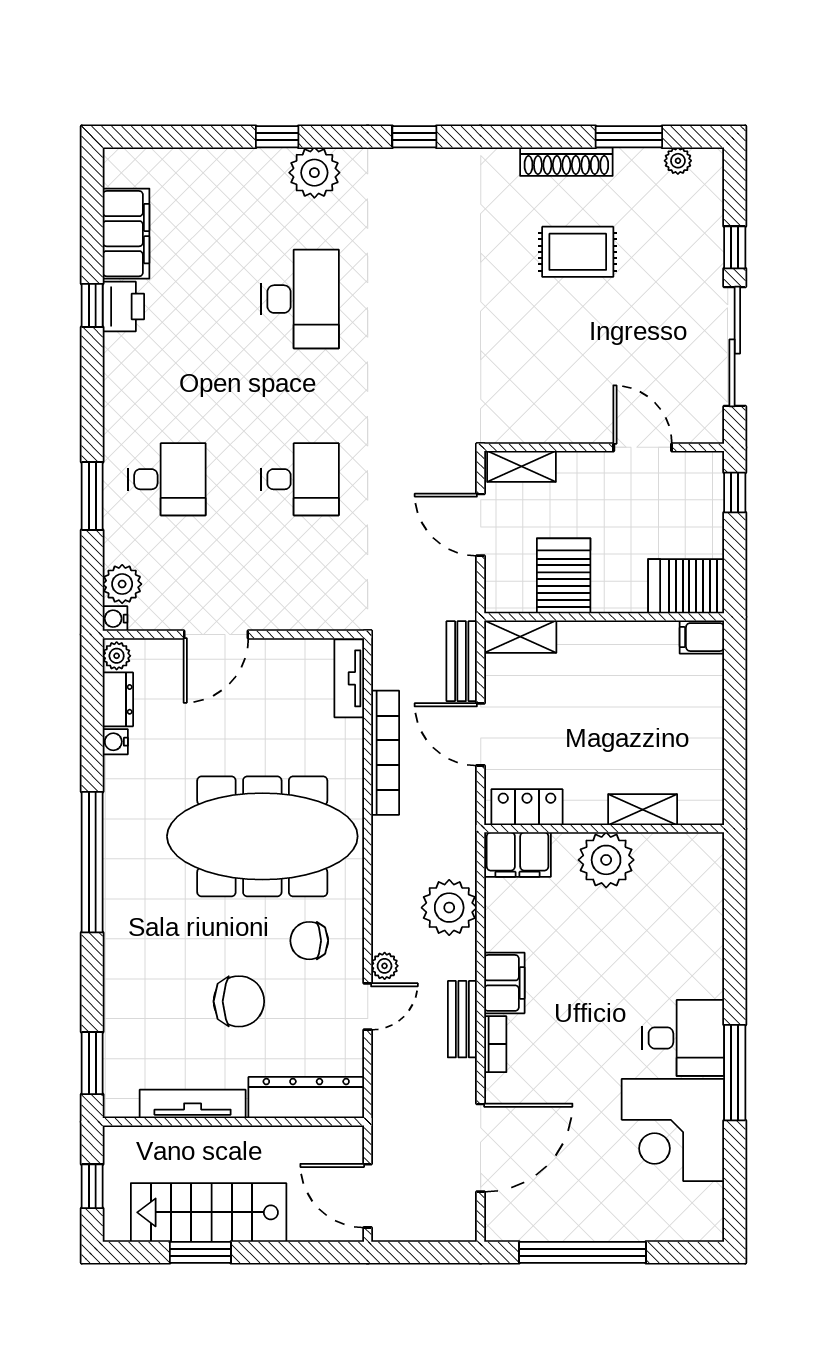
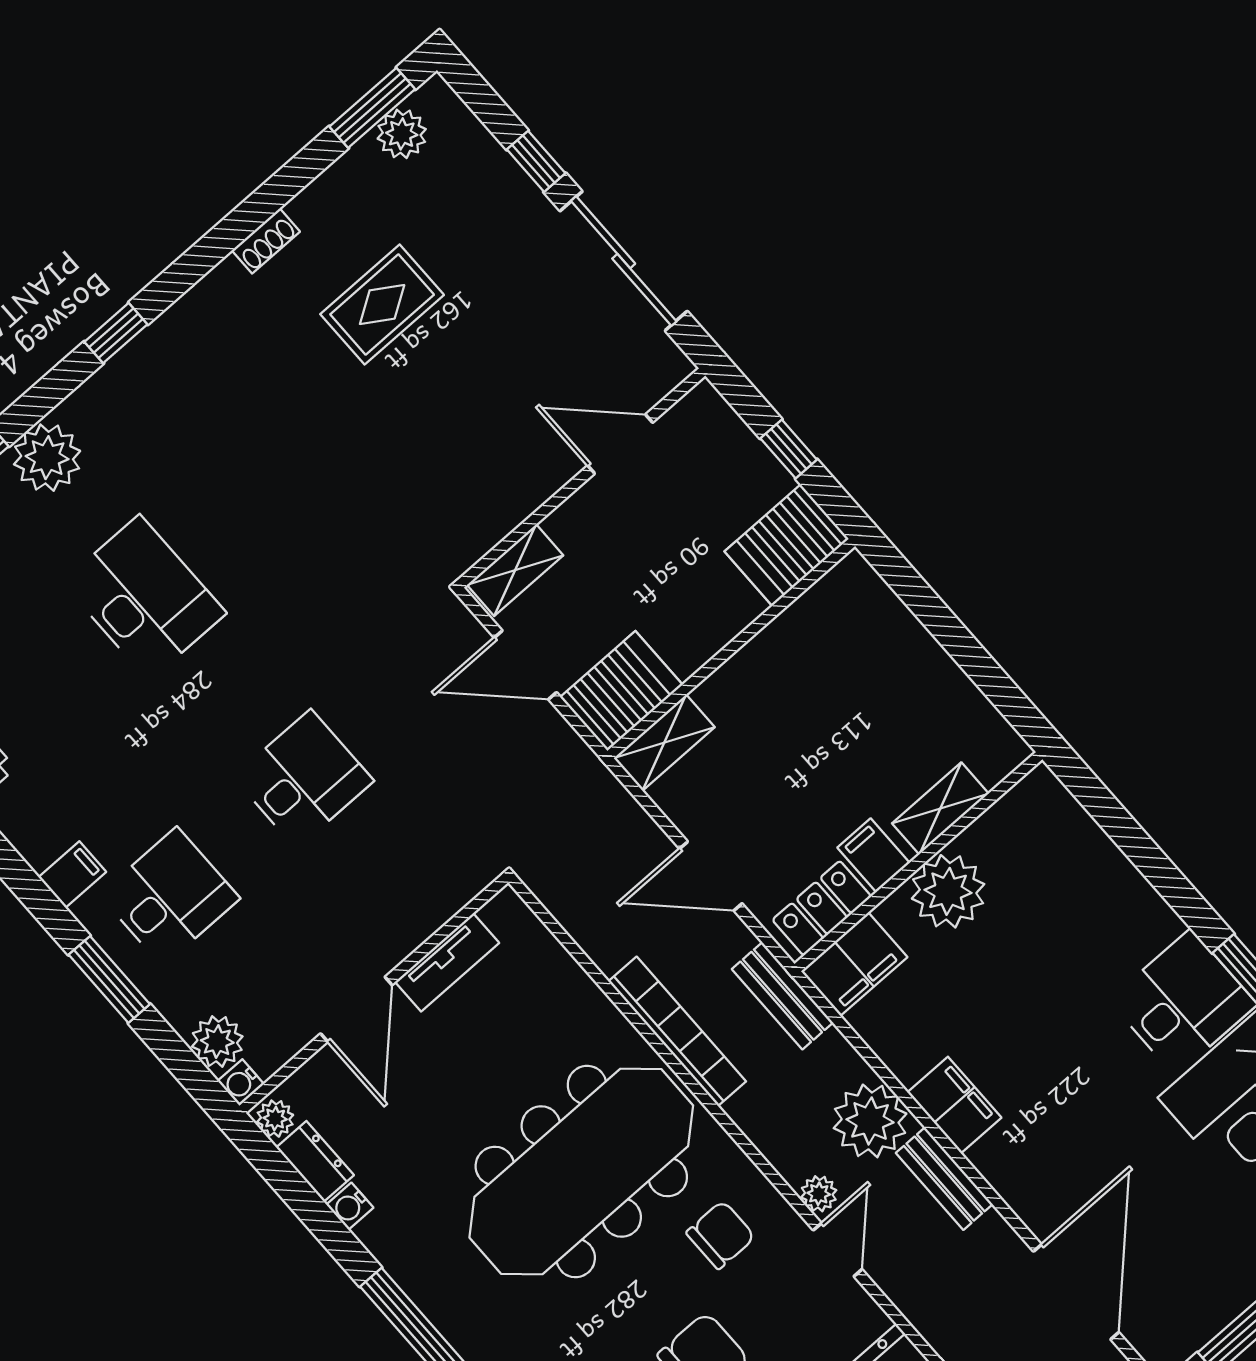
window: (629, 137) -> (372, 108), moved
plant: (678, 161) -> (402, 134), width x1.38, depth x1.38
shoe rack: (566, 162) -> (266, 241), width x0.51, depth x0.81
filing cabinet: (123, 419) -> (72, 874), added
window: (735, 493) -> (789, 449), moved
server rack: (564, 576) -> (621, 691), moved, turned 90
filing cabinet: (702, 637) -> (874, 855), moved, turned 90
bench: (462, 661) -> (782, 996), moved
tv unit: (349, 678) -> (447, 962), moved, turned -90
bookcase: (385, 753) -> (677, 1031), moved
plant: (449, 908) -> (870, 1121), moved
chair: (309, 941) -> (721, 1235), turned 180
bookcase: (495, 1044) -> (999, 1175), removed

